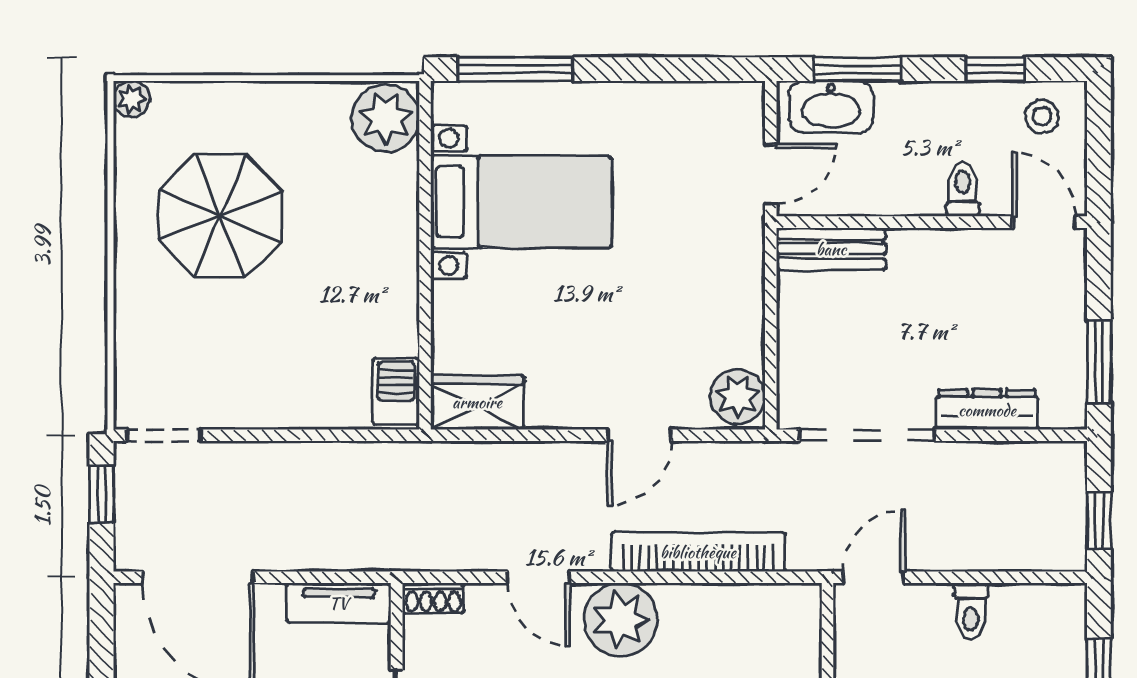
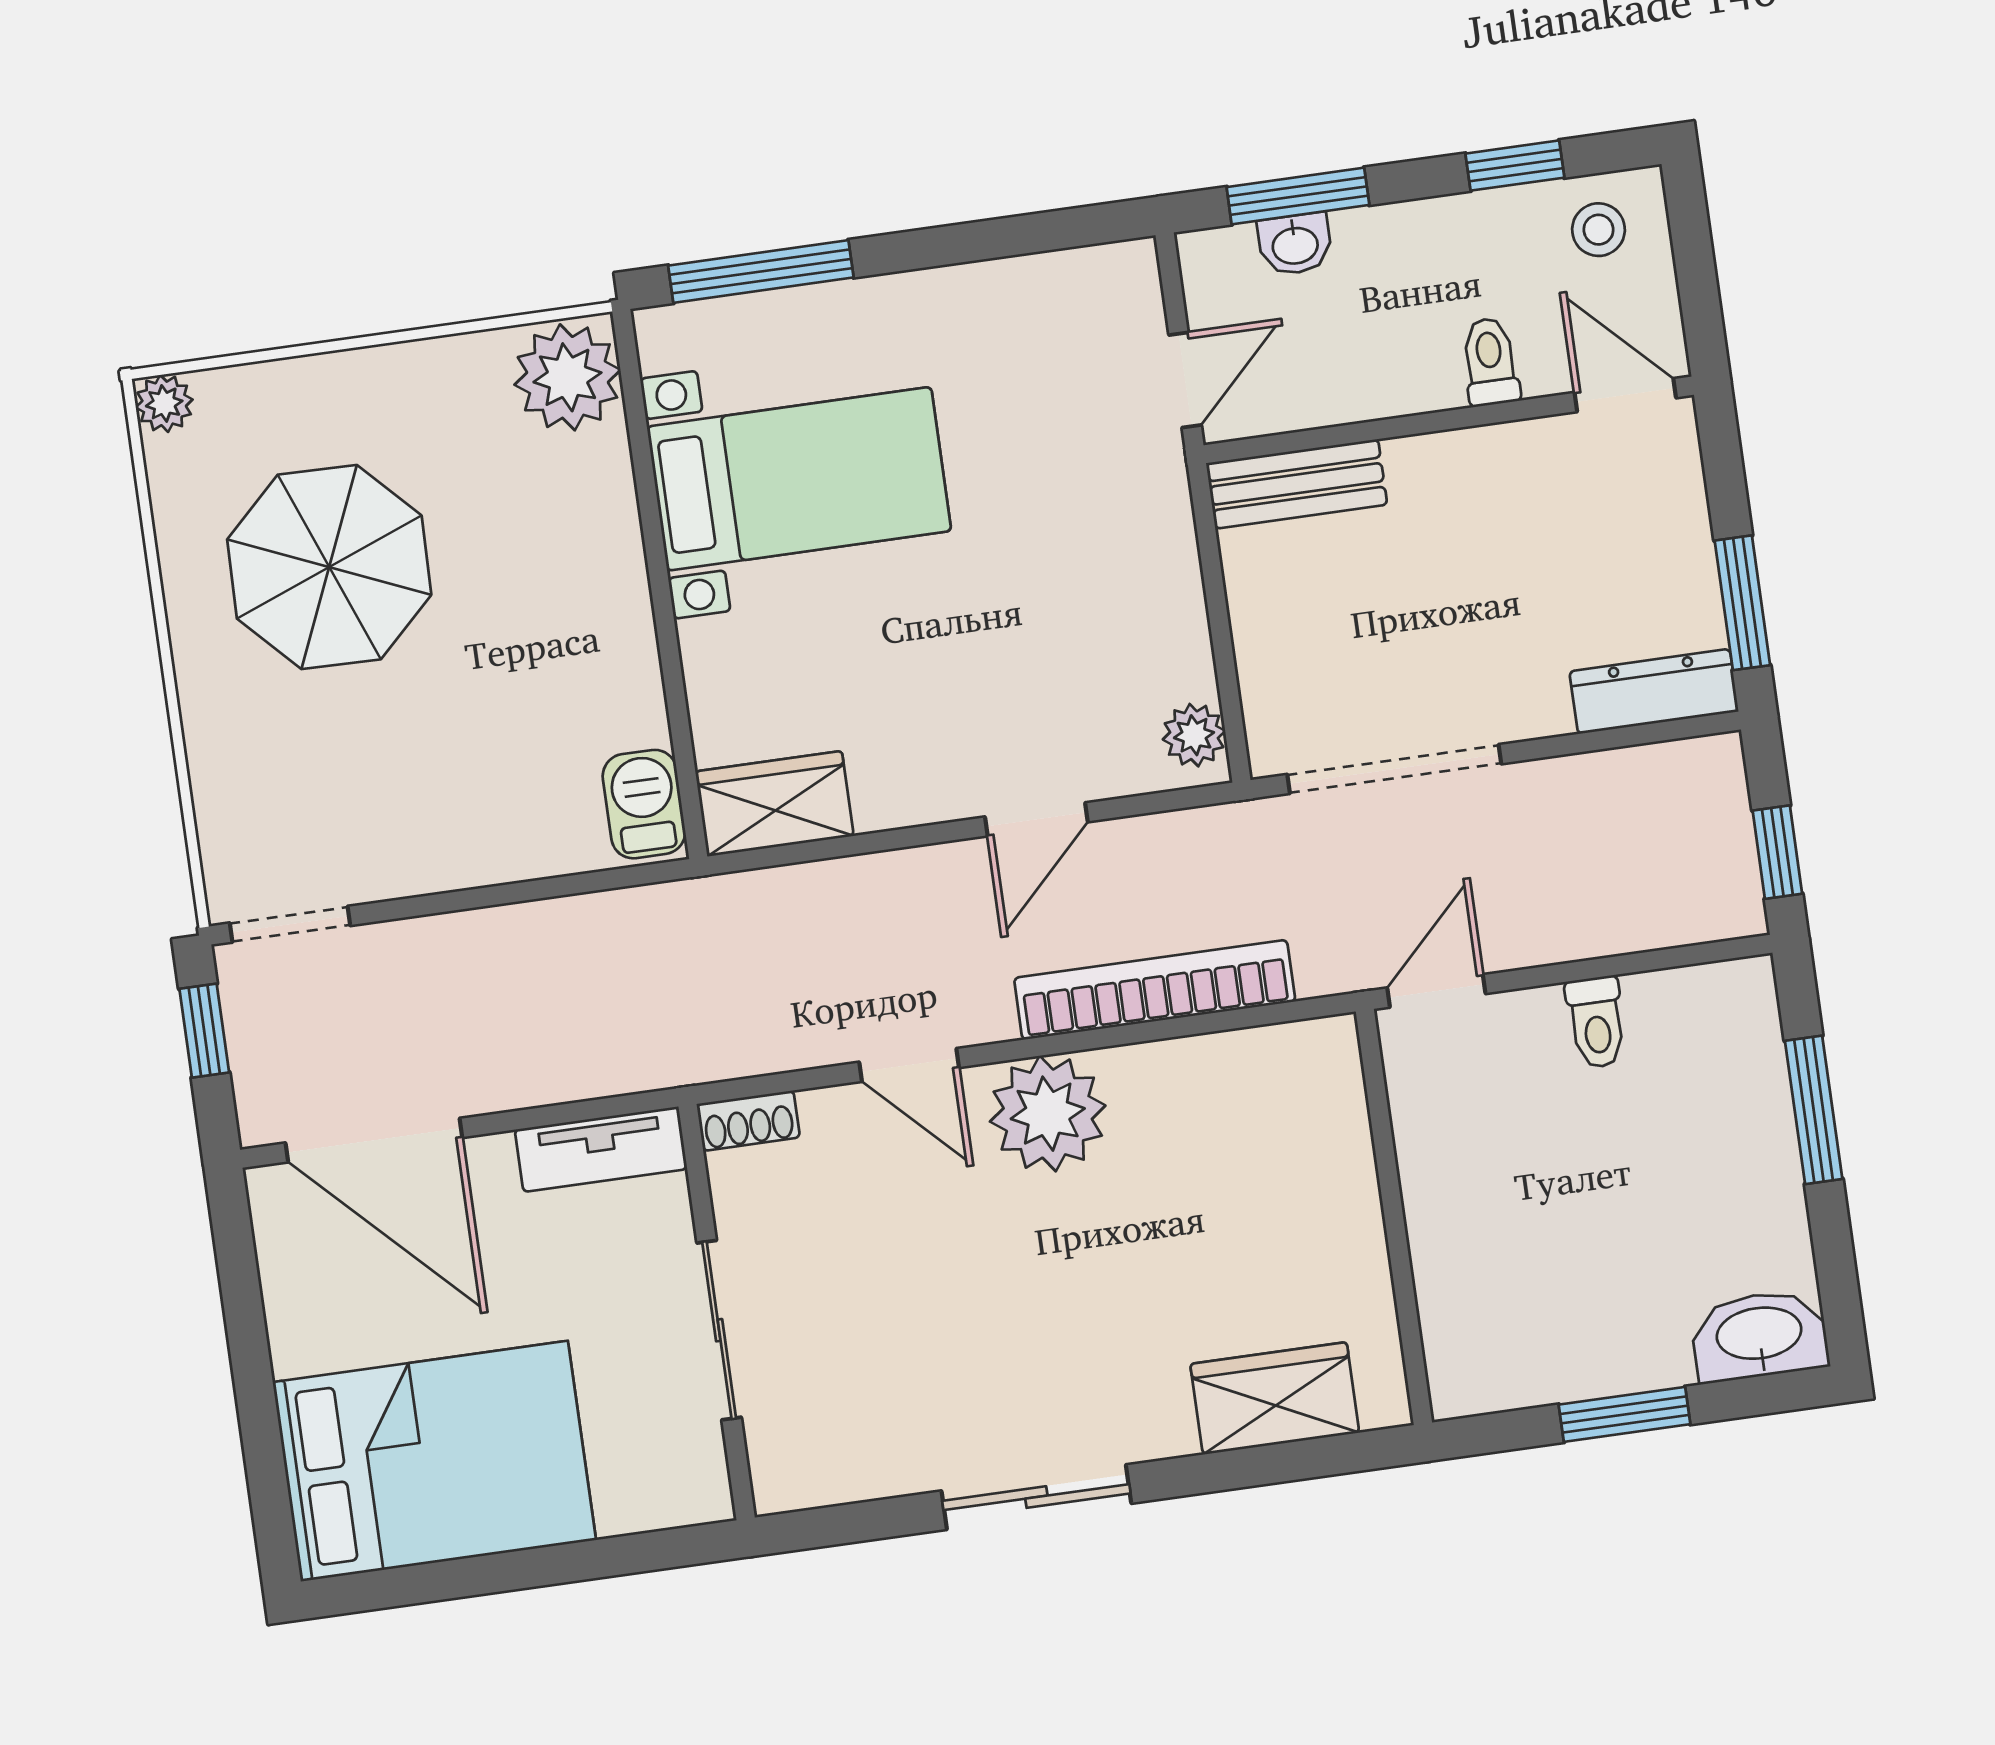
washbasin: (831, 107) -> (1295, 244), width x0.52, depth x0.69
plant: (738, 396) -> (1194, 735), width x0.73, depth x0.73
dresser: (987, 410) -> (1654, 691), moved

